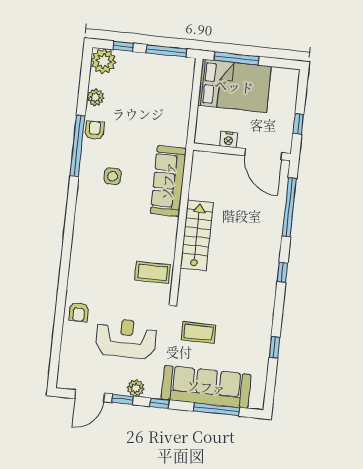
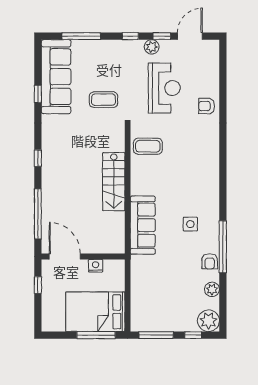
armchair: (79, 312) -> (207, 106), turned -90
reception desk: (126, 338) -> (164, 88), turned -90
sofa: (206, 387) -> (56, 77), moved, turned -90

